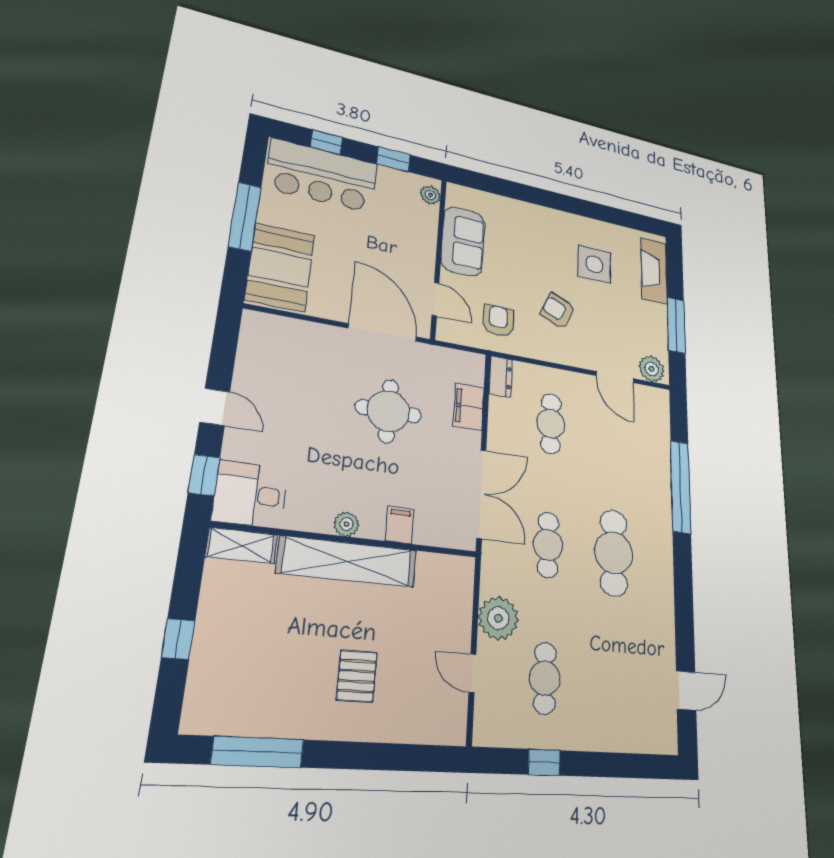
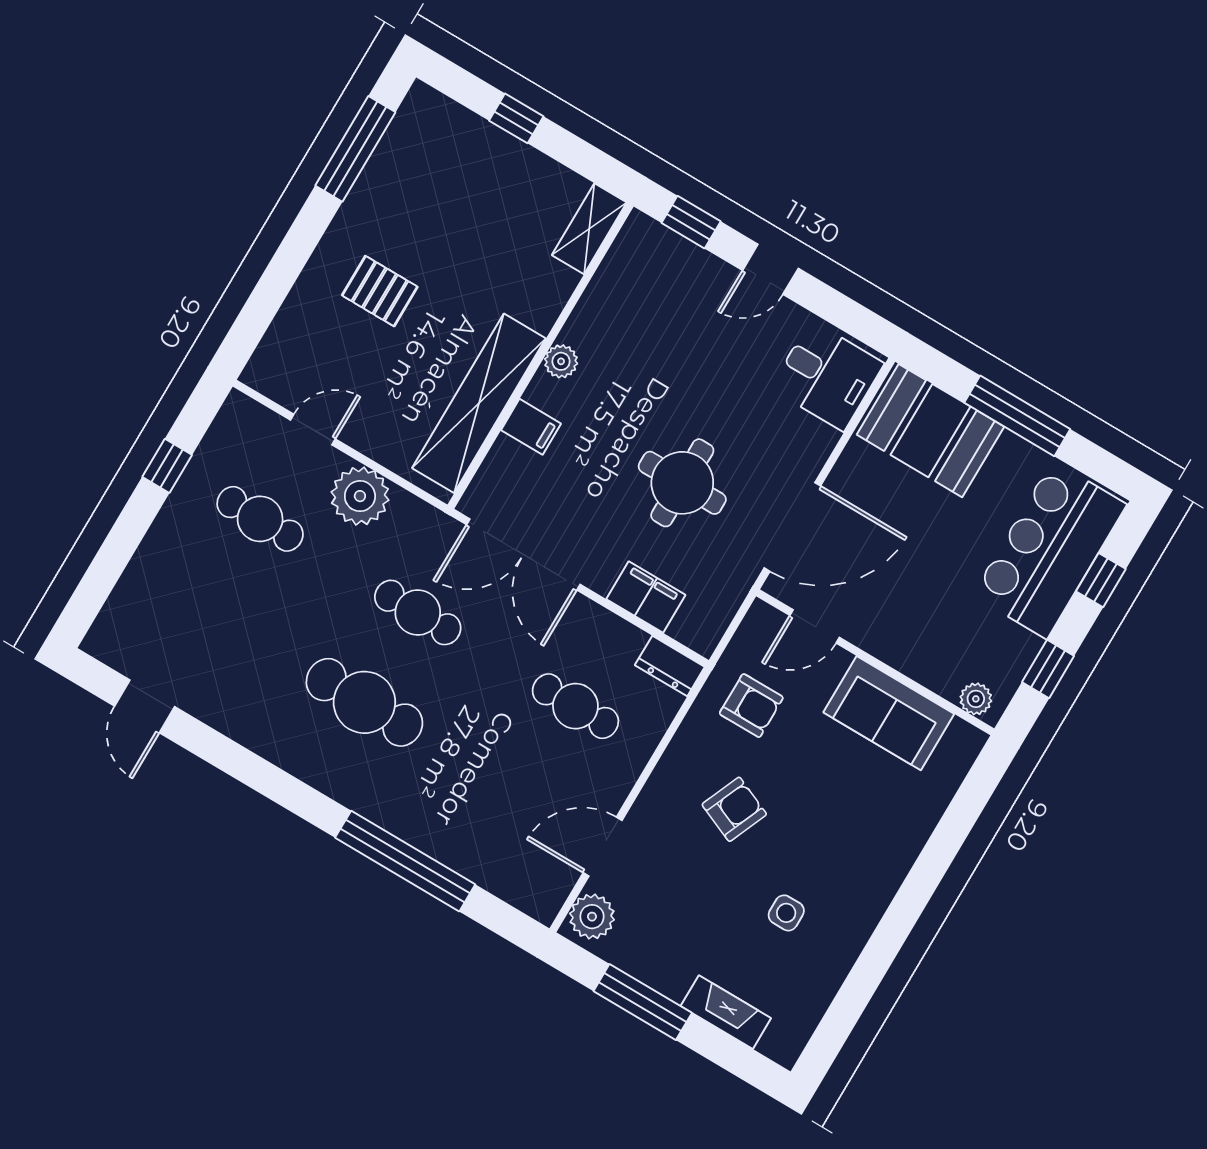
side table: (594, 264) -> (786, 913), width x0.54, depth x0.54
fireplace: (654, 271) -> (726, 1012), width x0.73, depth x0.76
desk: (250, 494) -> (827, 376), moved, turned 90
shelving: (348, 562) -> (479, 403), moved

